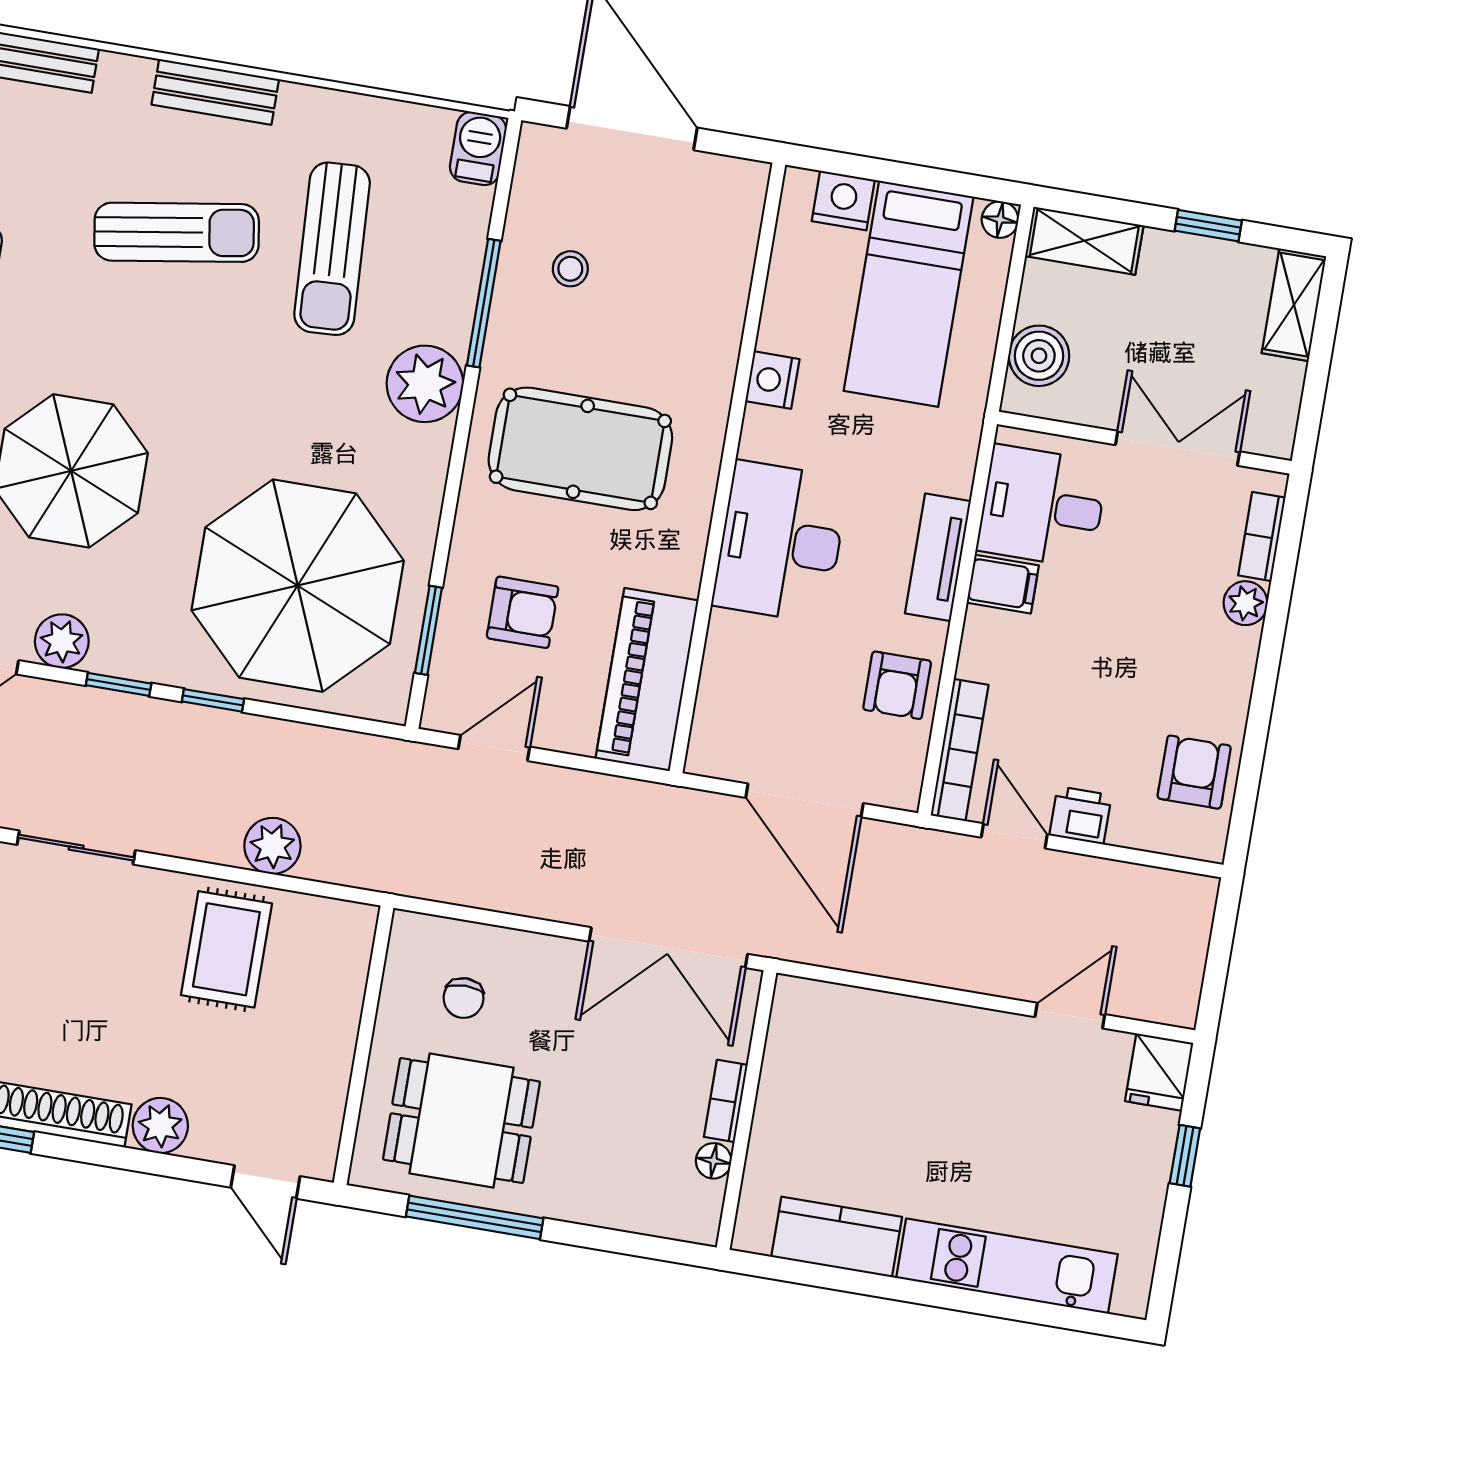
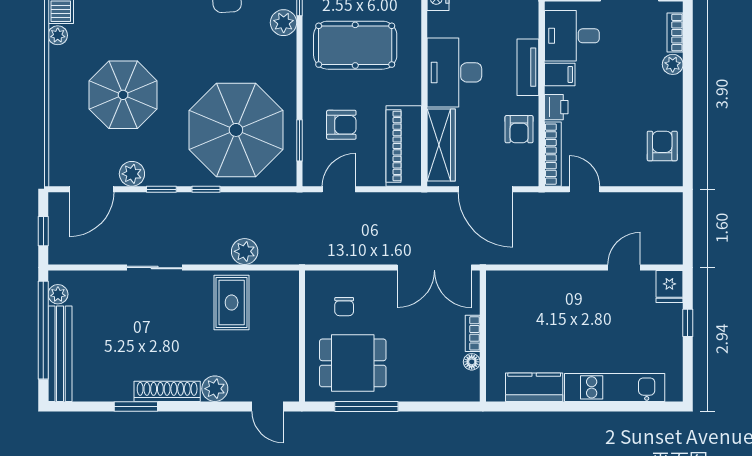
plant: (425, 384) -> (284, 23), width x0.73, depth x0.73
wardrobe: (726, 691) -> (441, 145), added
printer: (1080, 815) -> (556, 107), moved, turned 90

